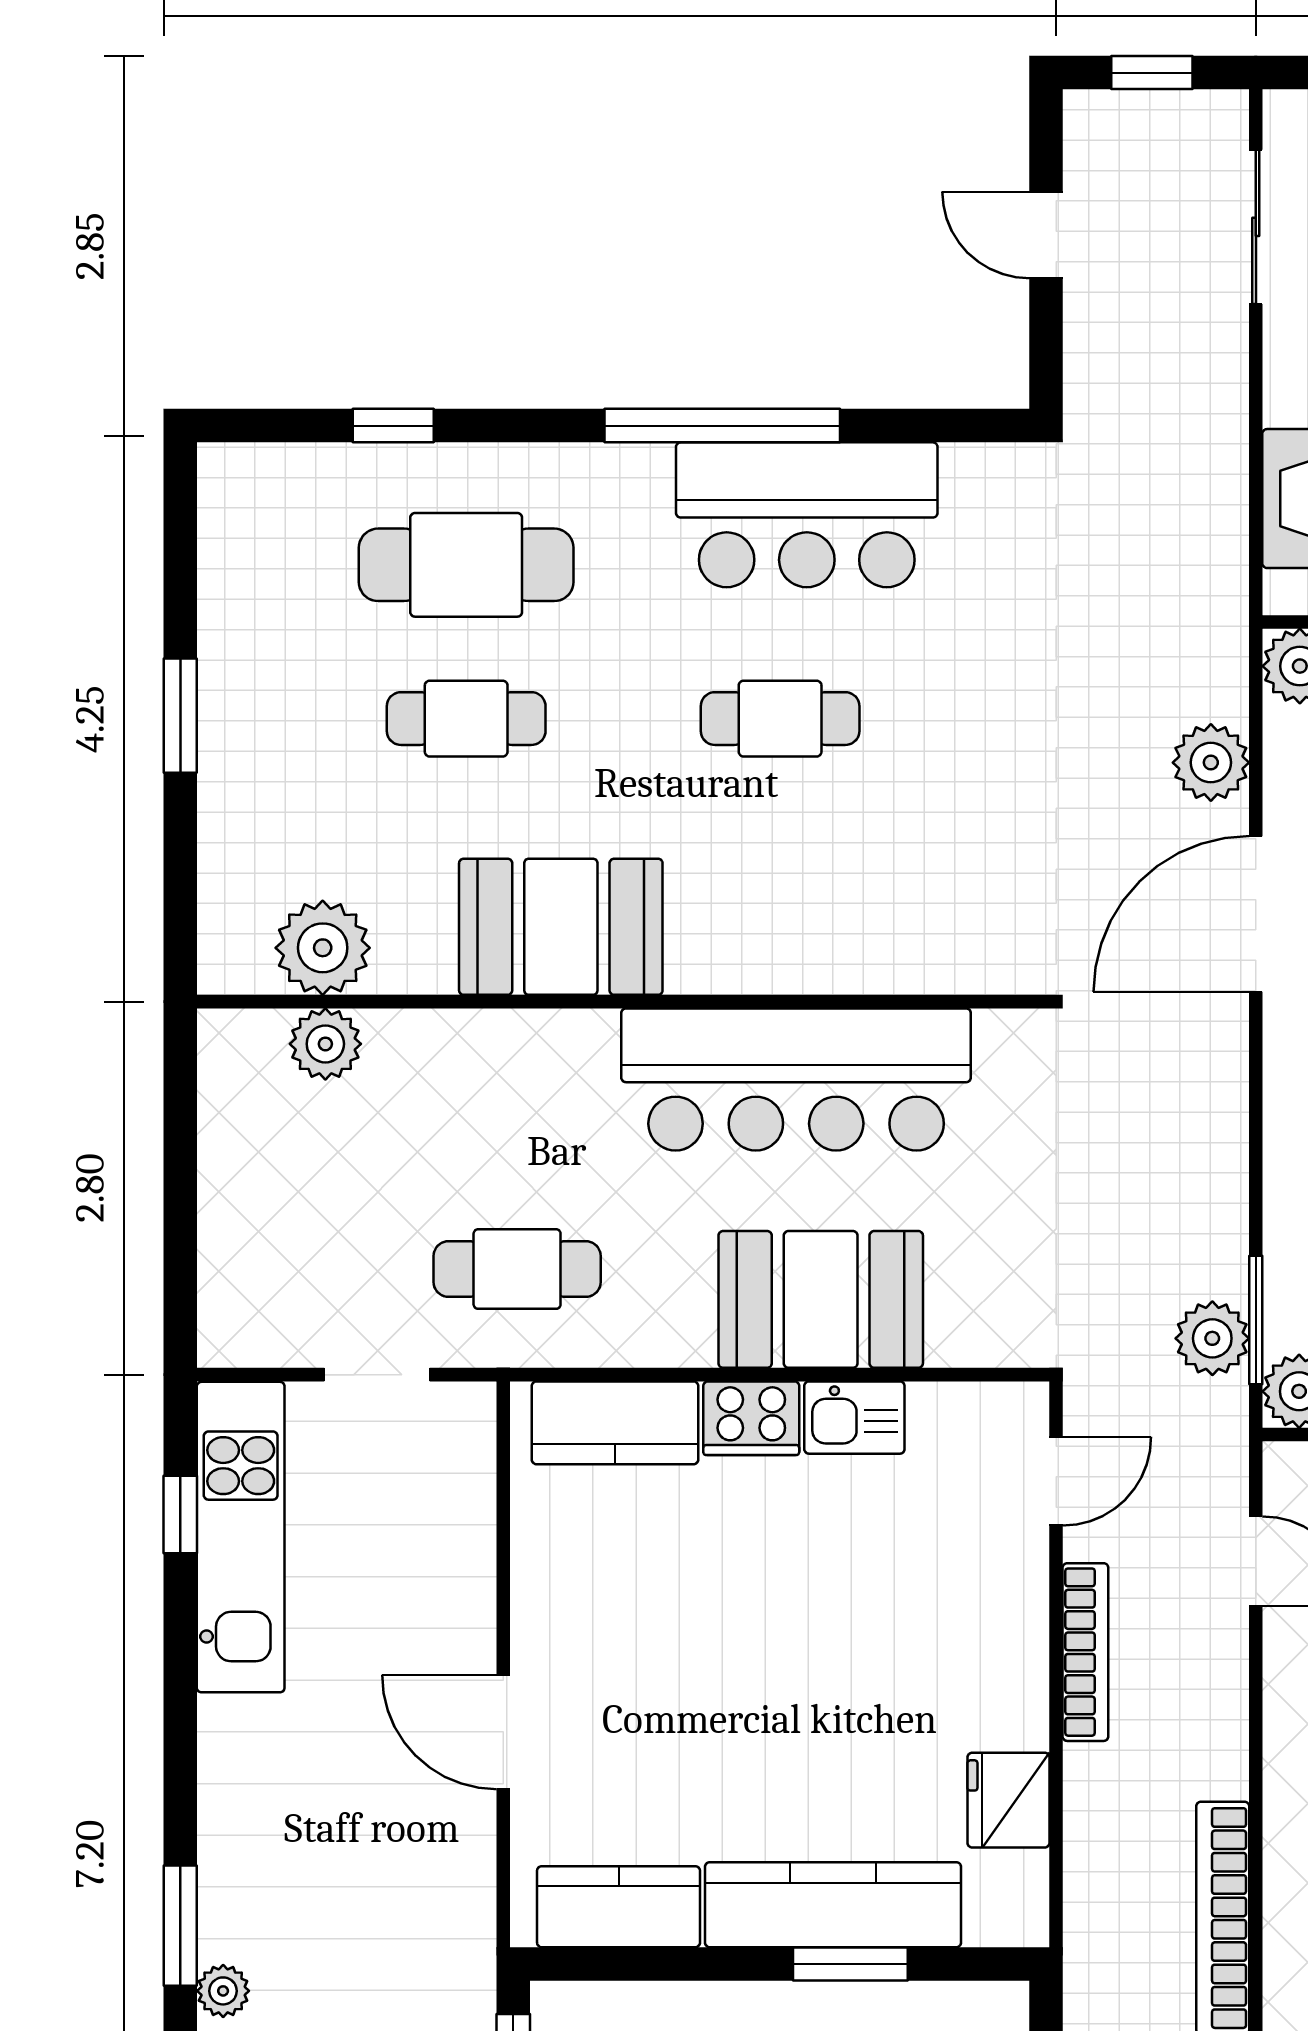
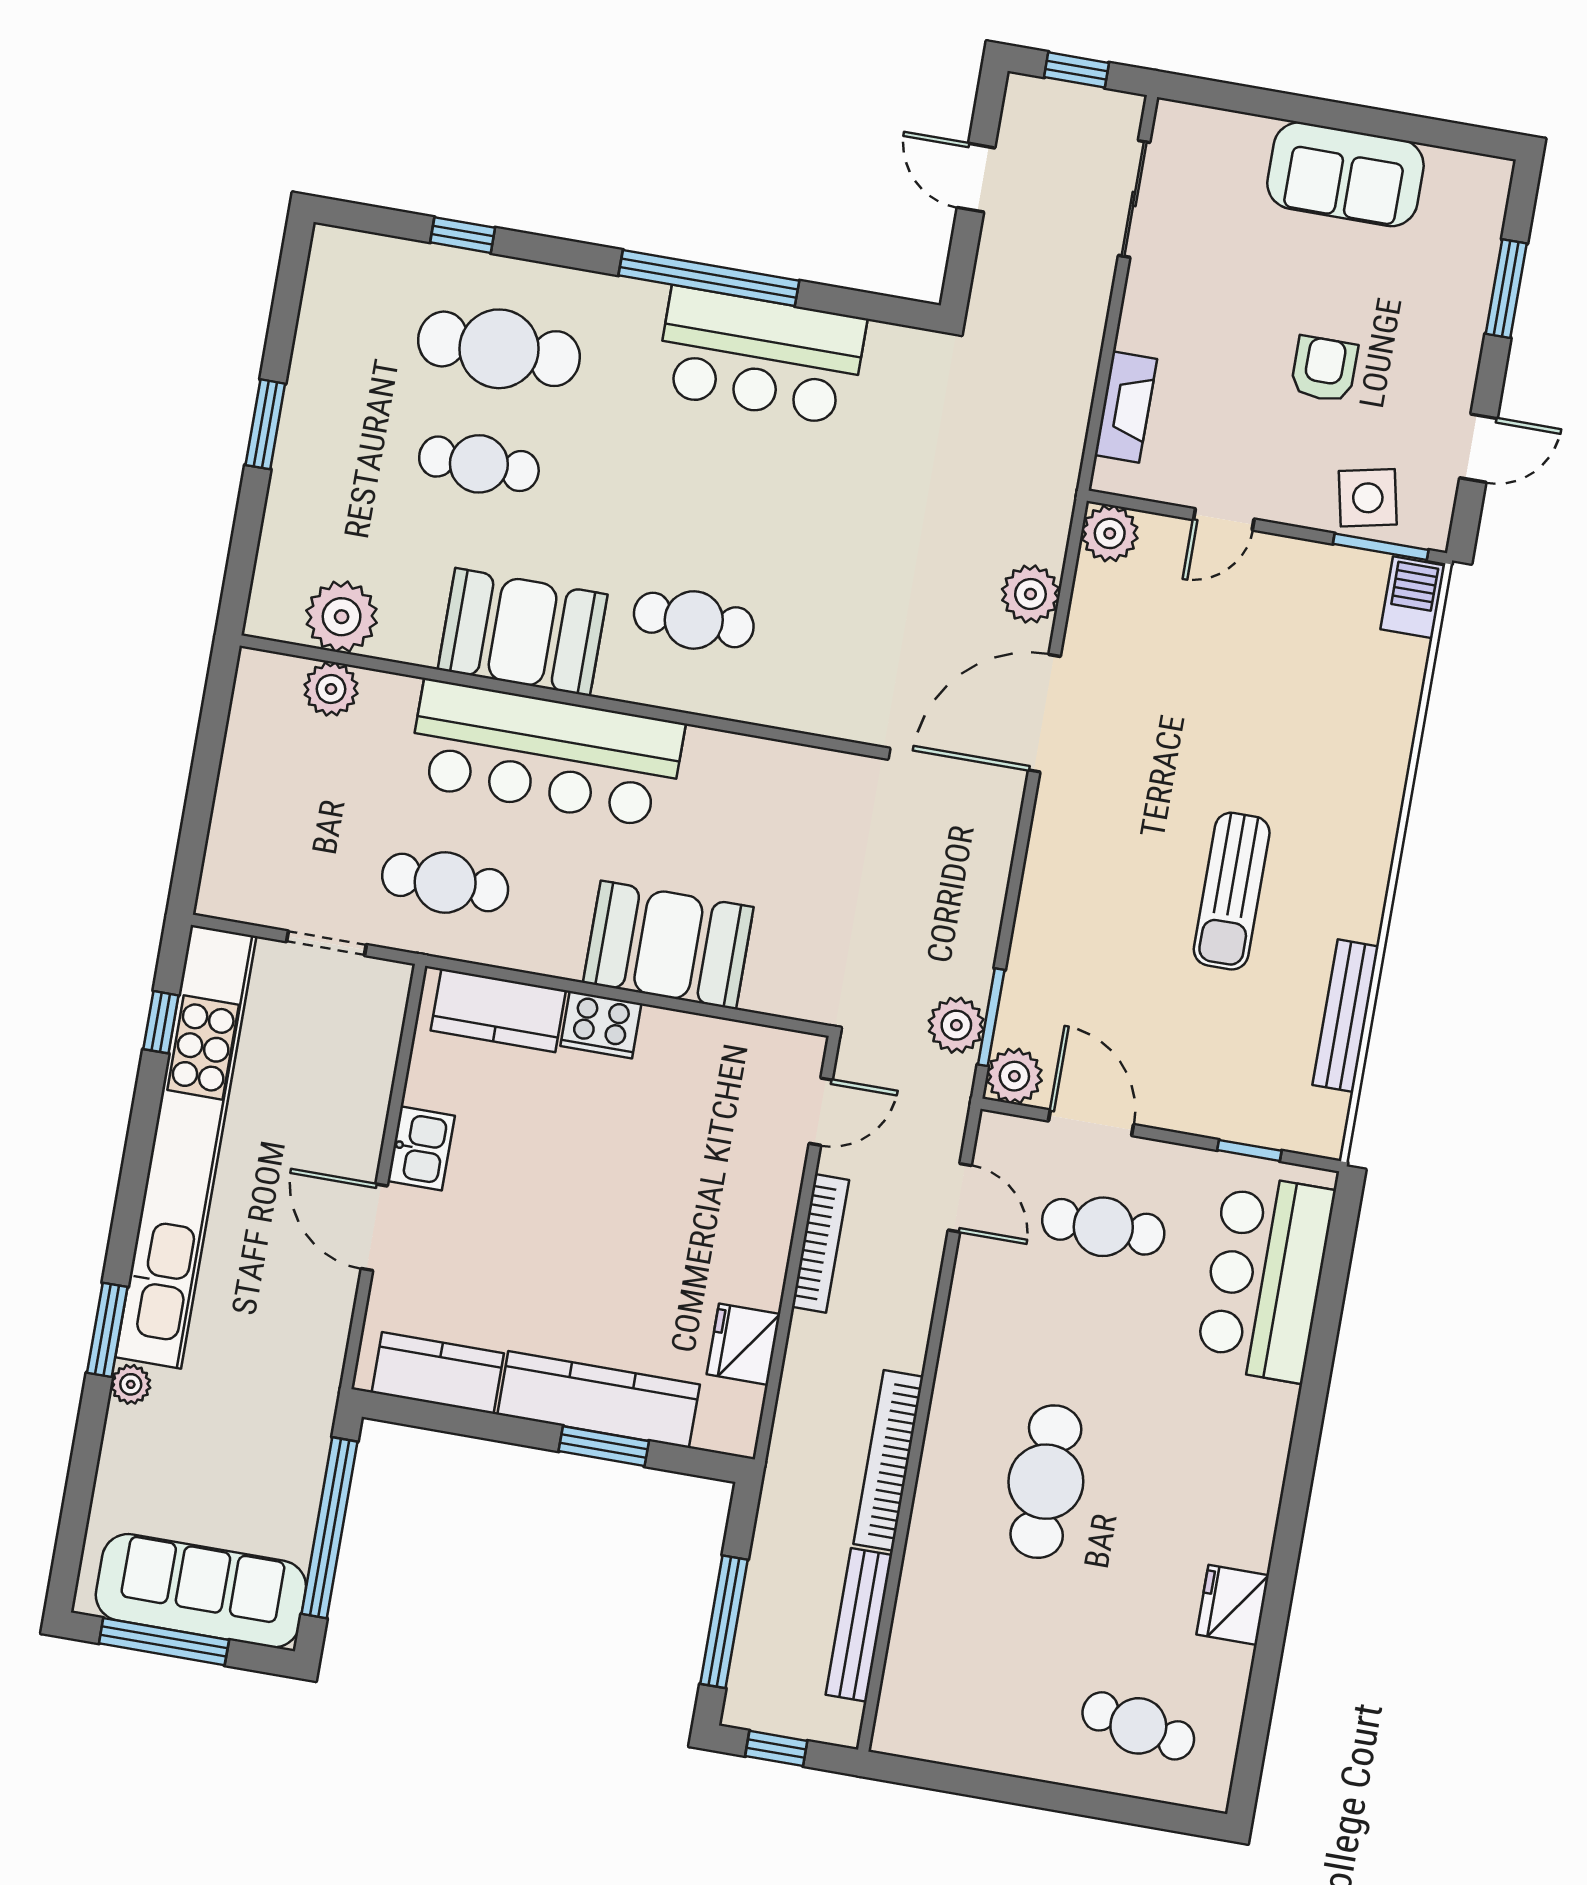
cafe table: (780, 719) -> (694, 620), moved
bar counter: (796, 1079) -> (546, 754), moved
kitchen sink: (854, 1418) -> (421, 1148), moved, turned -90
kitchen unit: (241, 1537) -> (186, 1147), width x1.86

